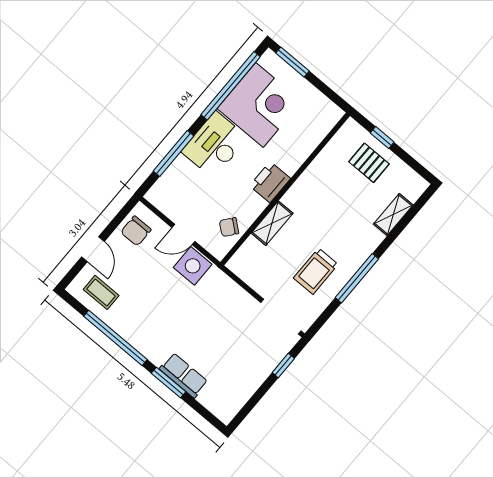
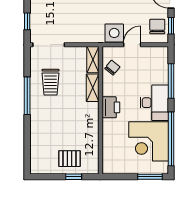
shelving: (393, 214) -> (93, 60), moved
window: (119, 218) -> (171, 26), added
trolley: (316, 271) -> (51, 82), turned 180

